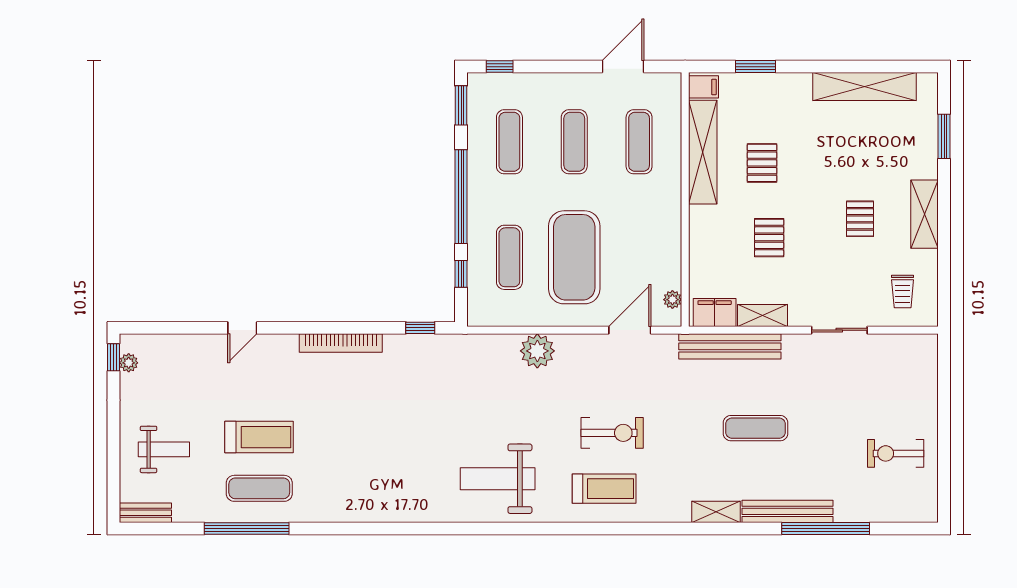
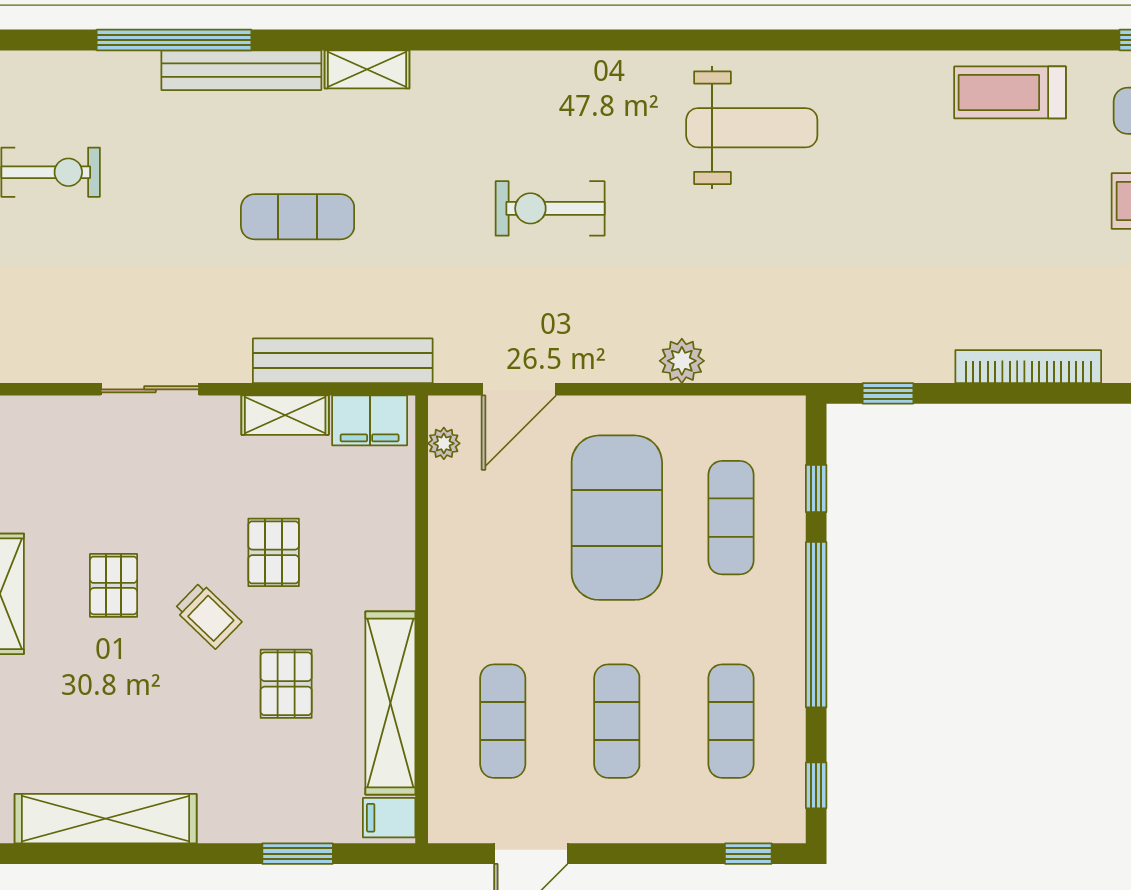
window: (461, 105) -> (816, 785), width x0.67
trolley: (903, 292) -> (208, 615), moved, turned 134
plant: (537, 351) -> (682, 361), width x0.73, depth x0.73
treadmill: (604, 489) -> (1010, 92), moved

